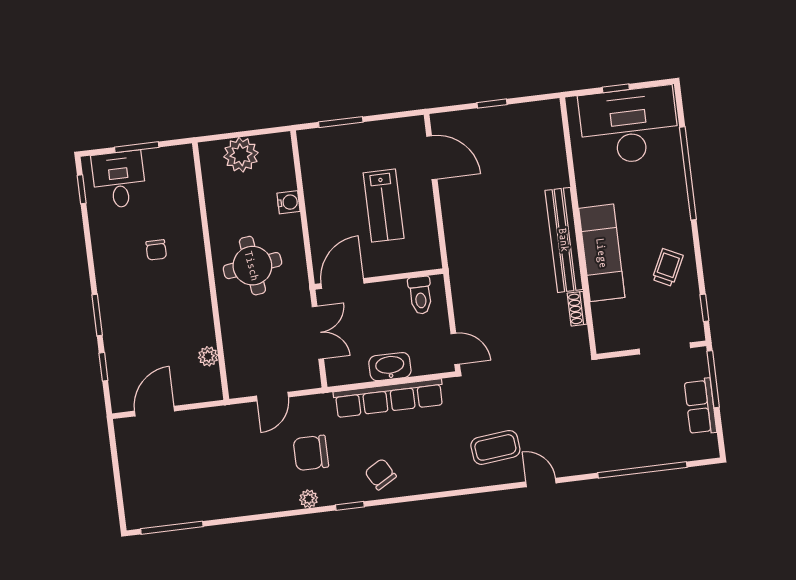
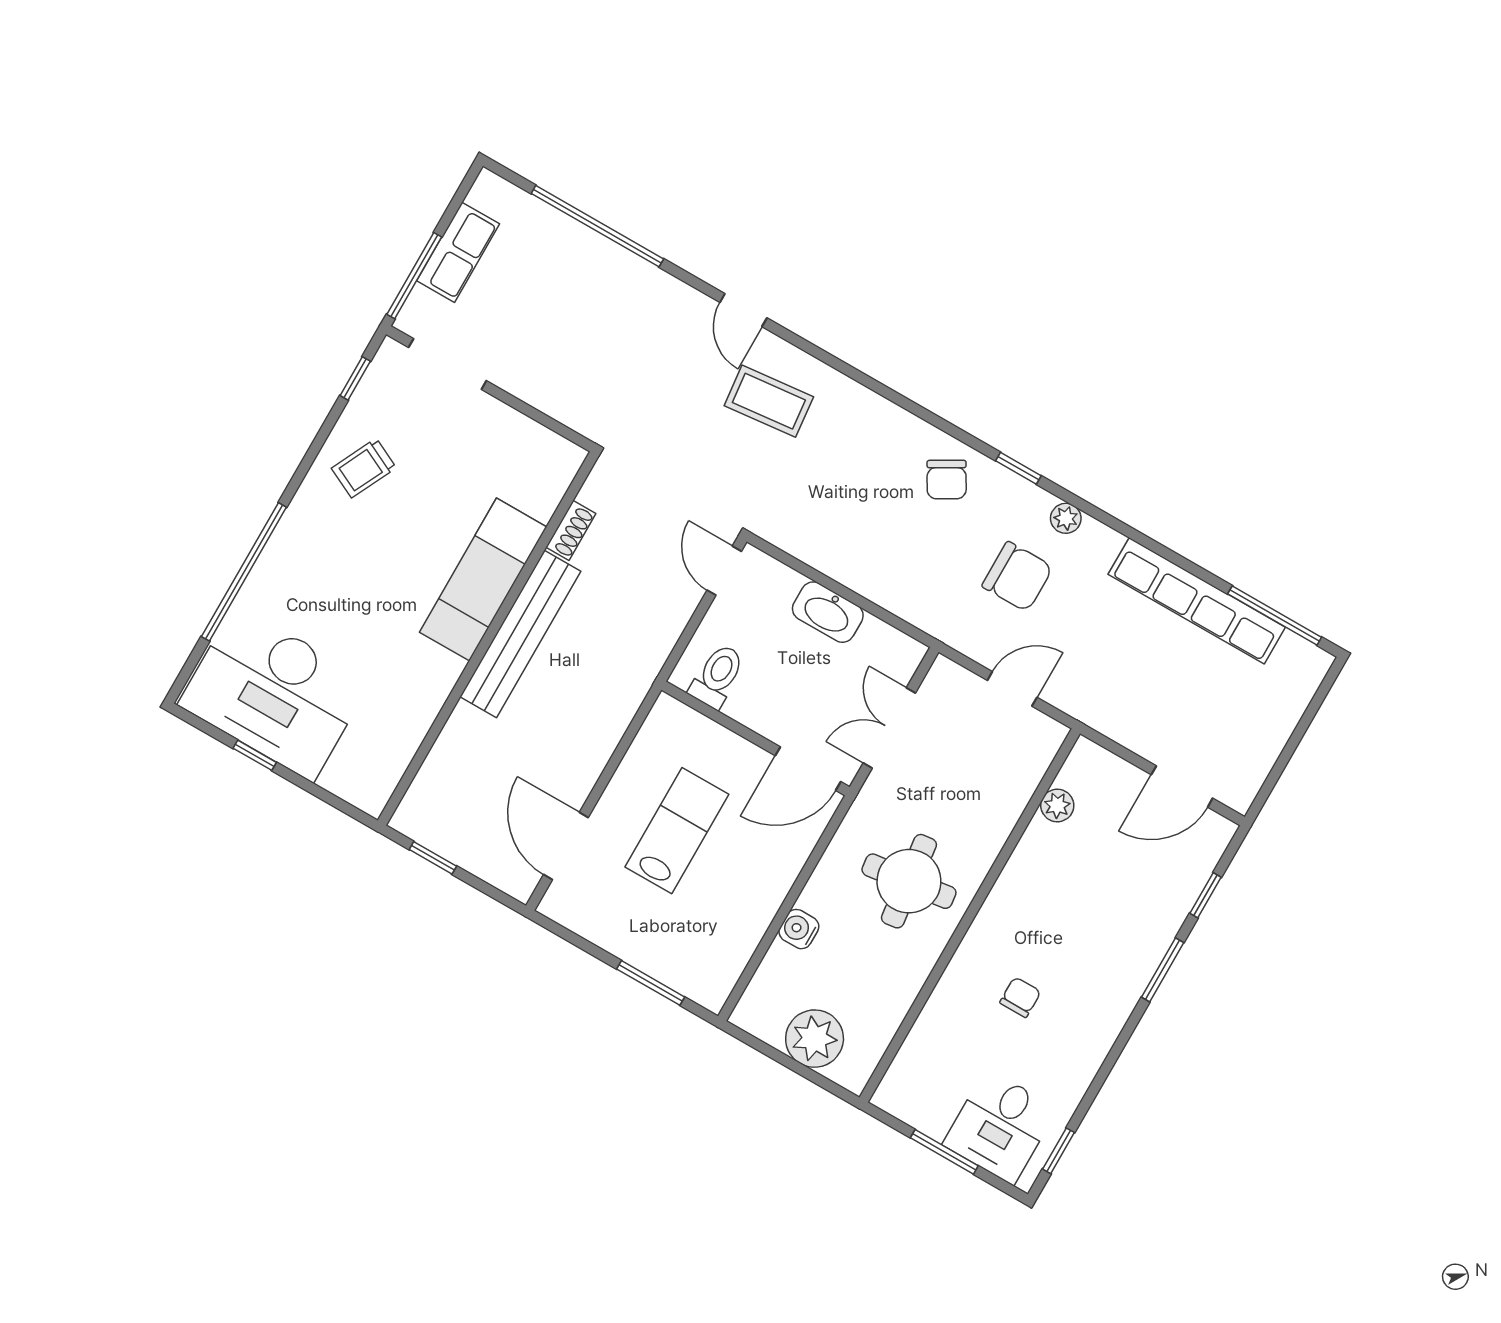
wall: (578, 226) -> (488, 638), moved
bench: (564, 240) -> (520, 634), moved
exam couch: (602, 253) -> (483, 580), moved
shoe rack: (577, 309) -> (571, 530), moved
row of seats: (389, 398) -> (1197, 601), moved, turned 180

